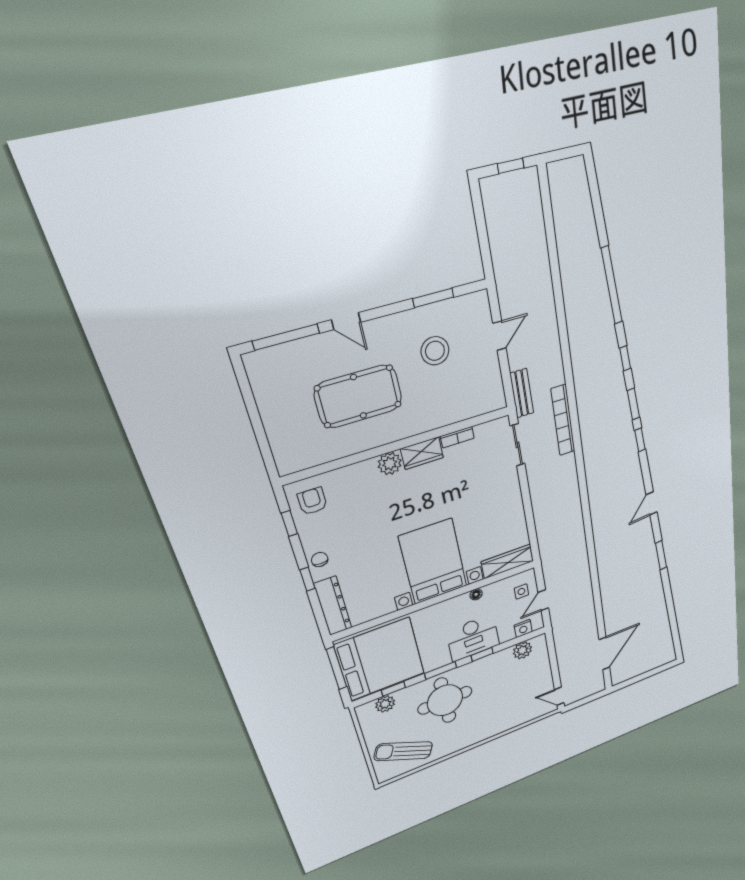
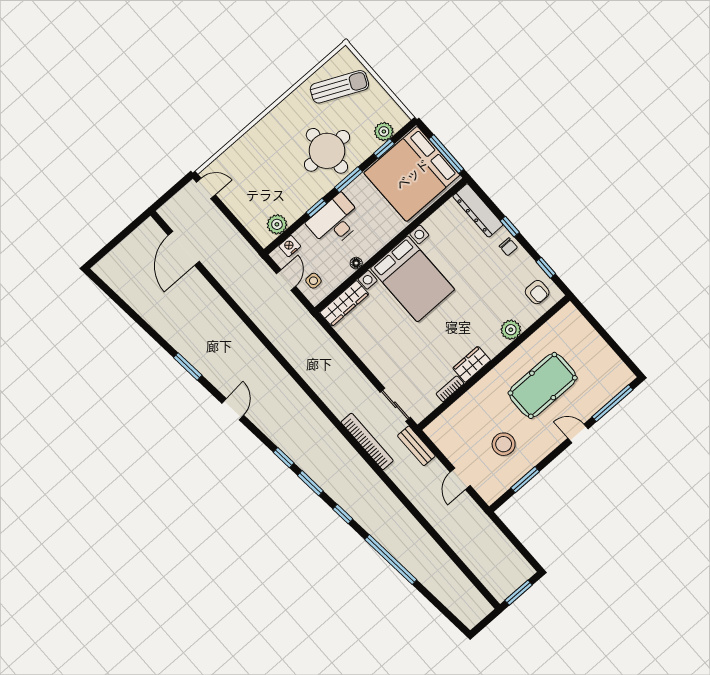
window: (511, 166) -> (519, 593), width x1.50
plant: (390, 464) -> (511, 330), moved

